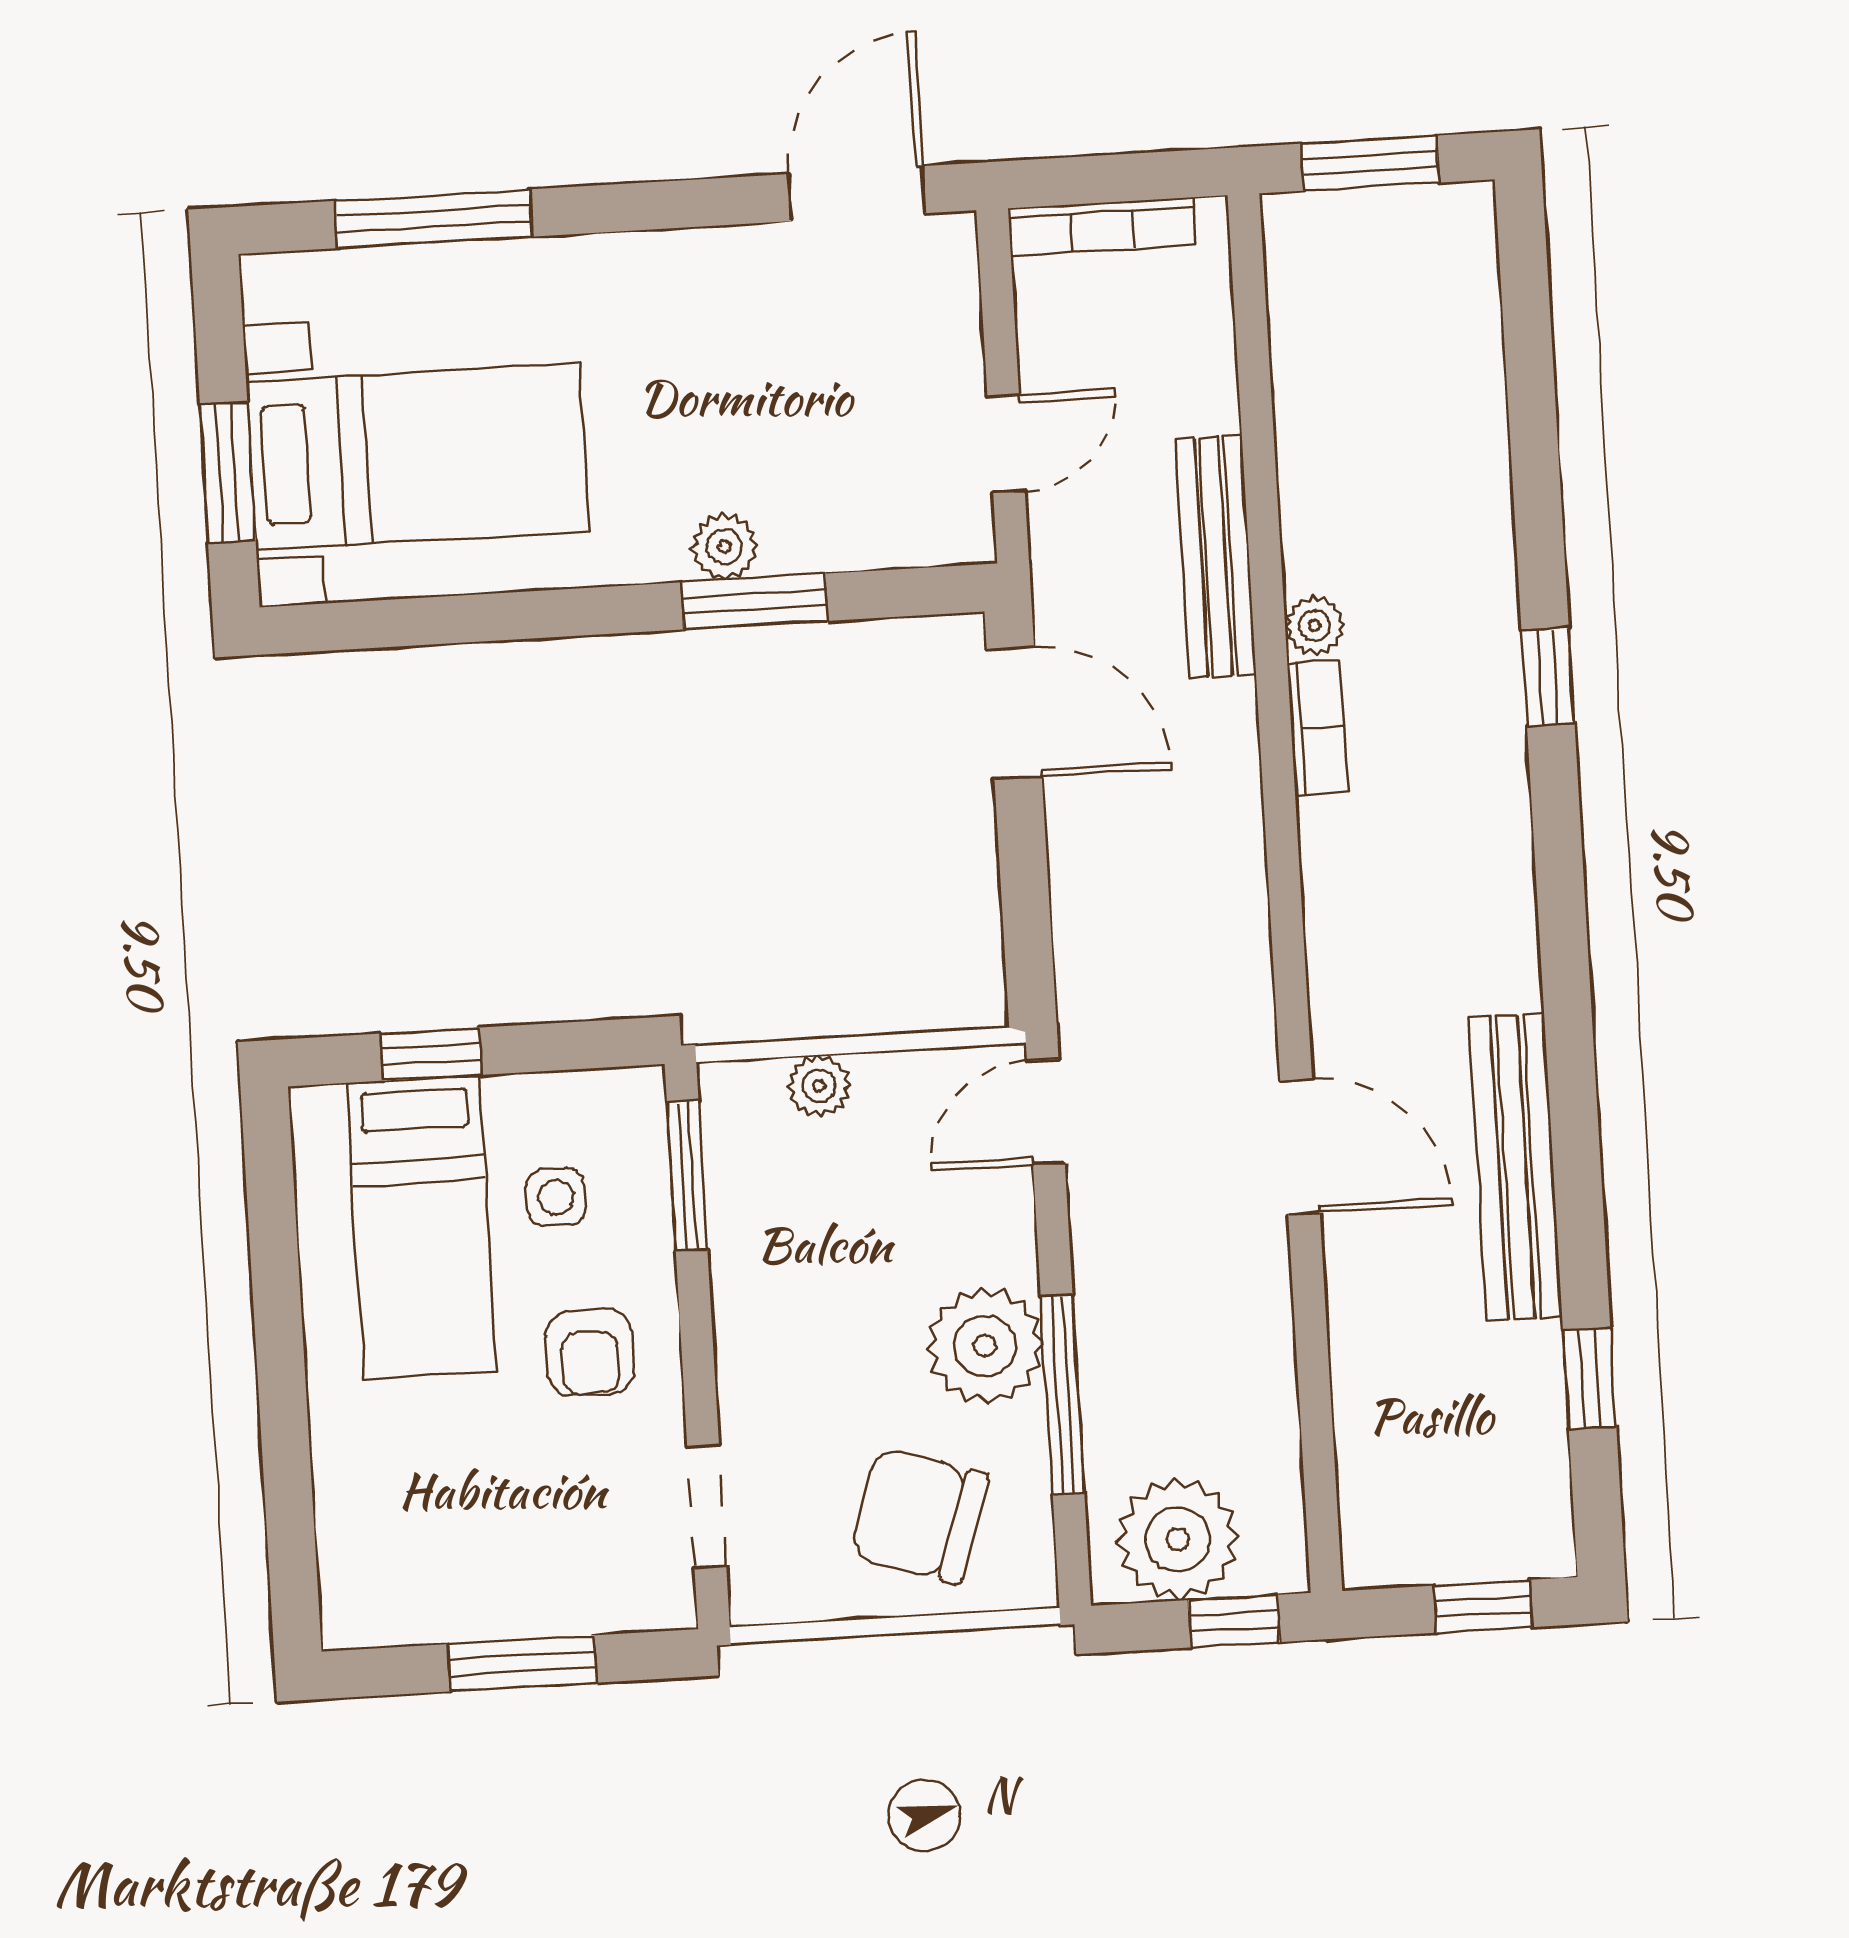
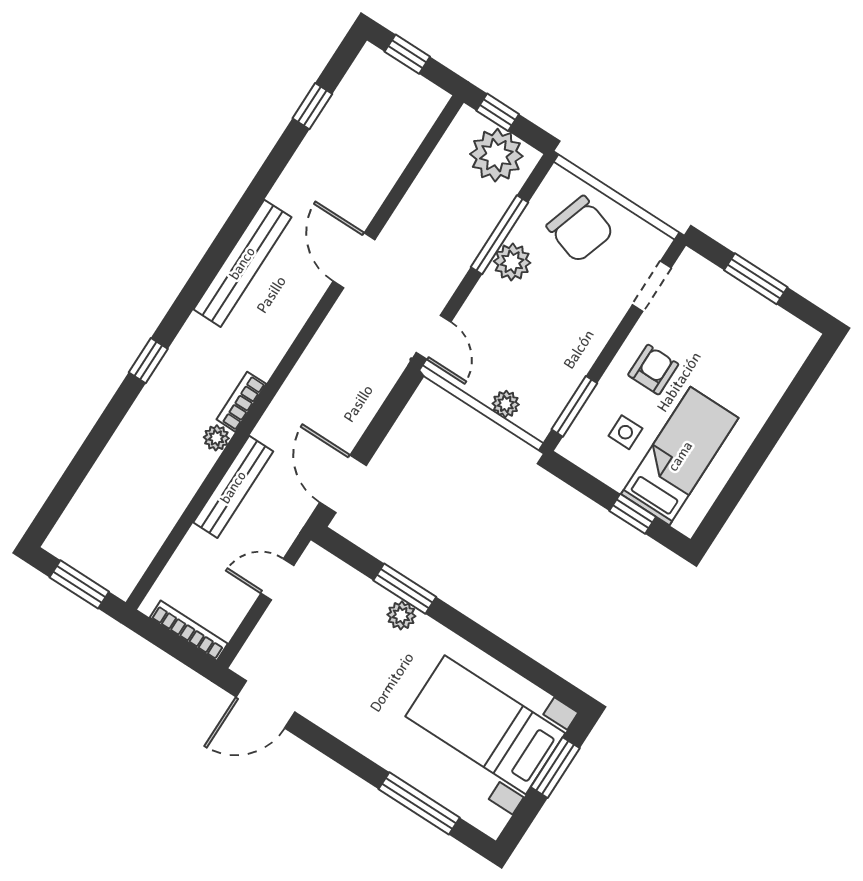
door: (1046, 1112) -> (433, 337), hinge flipped
bench: (1515, 1167) -> (242, 263), moved
plant: (985, 1346) -> (512, 262), width x0.73, depth x0.73

